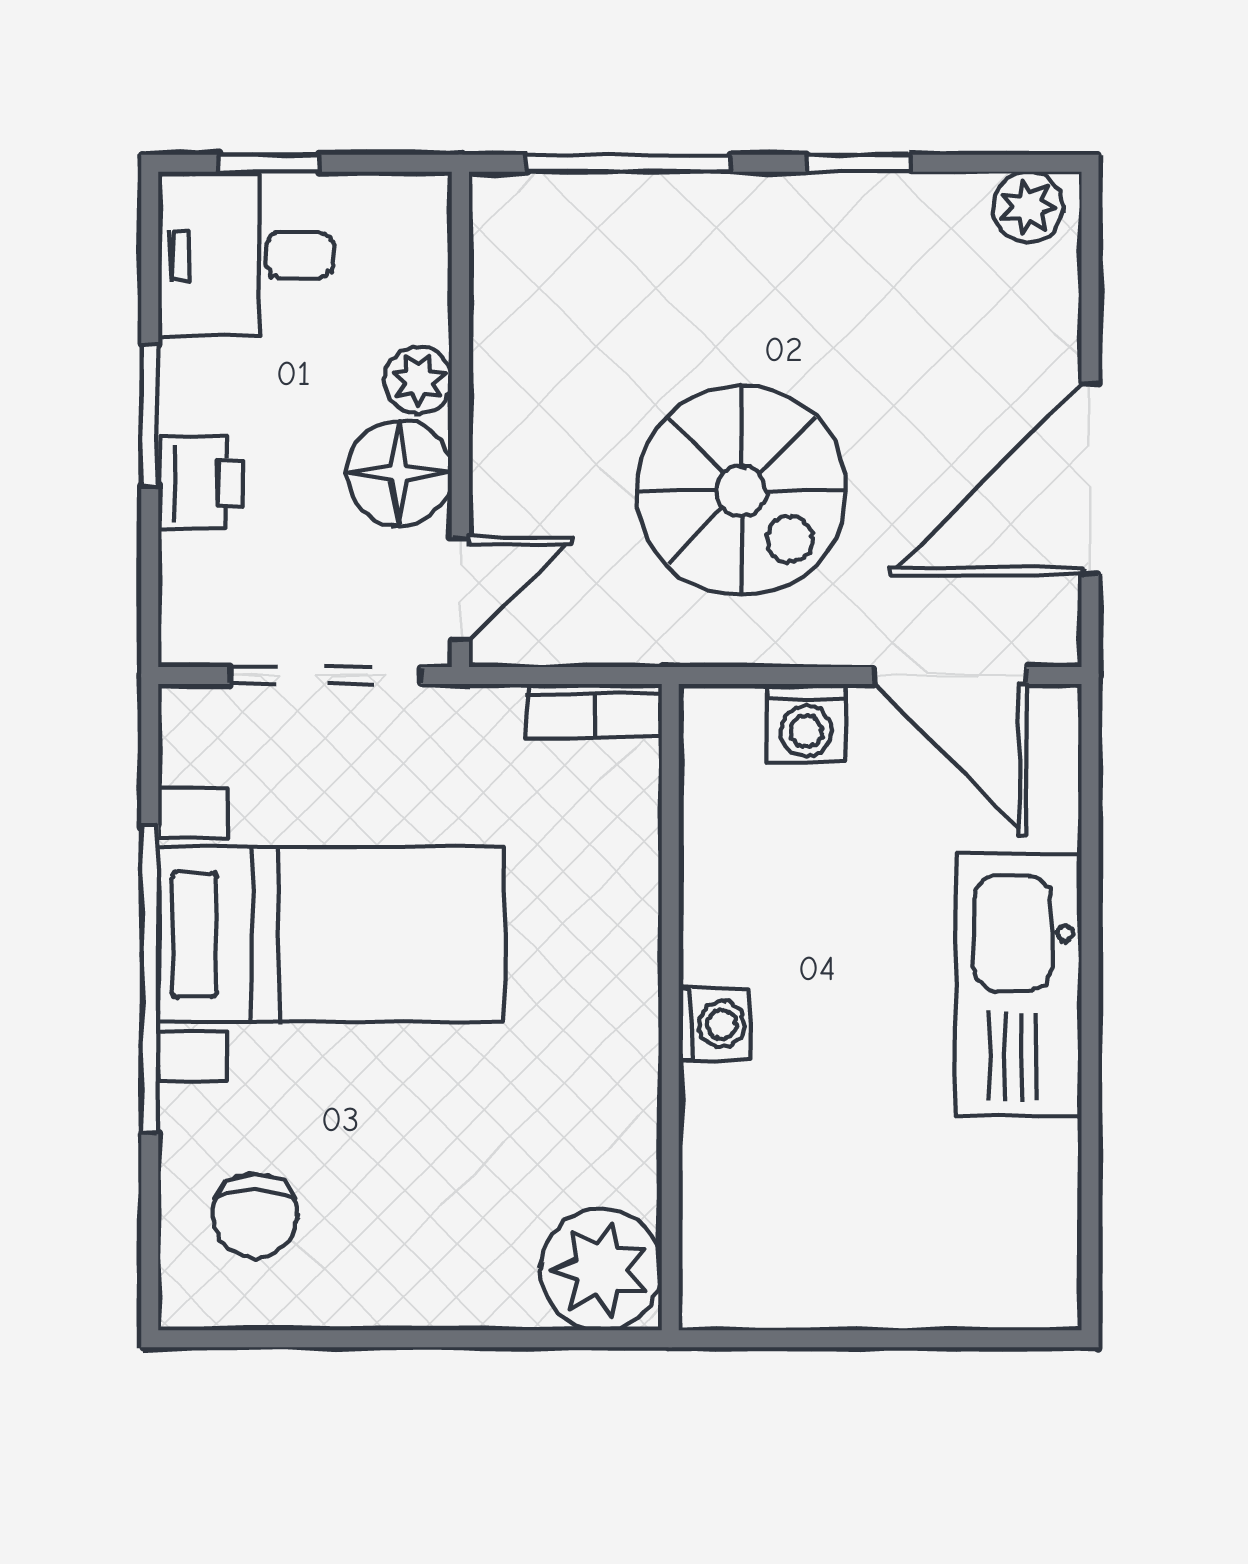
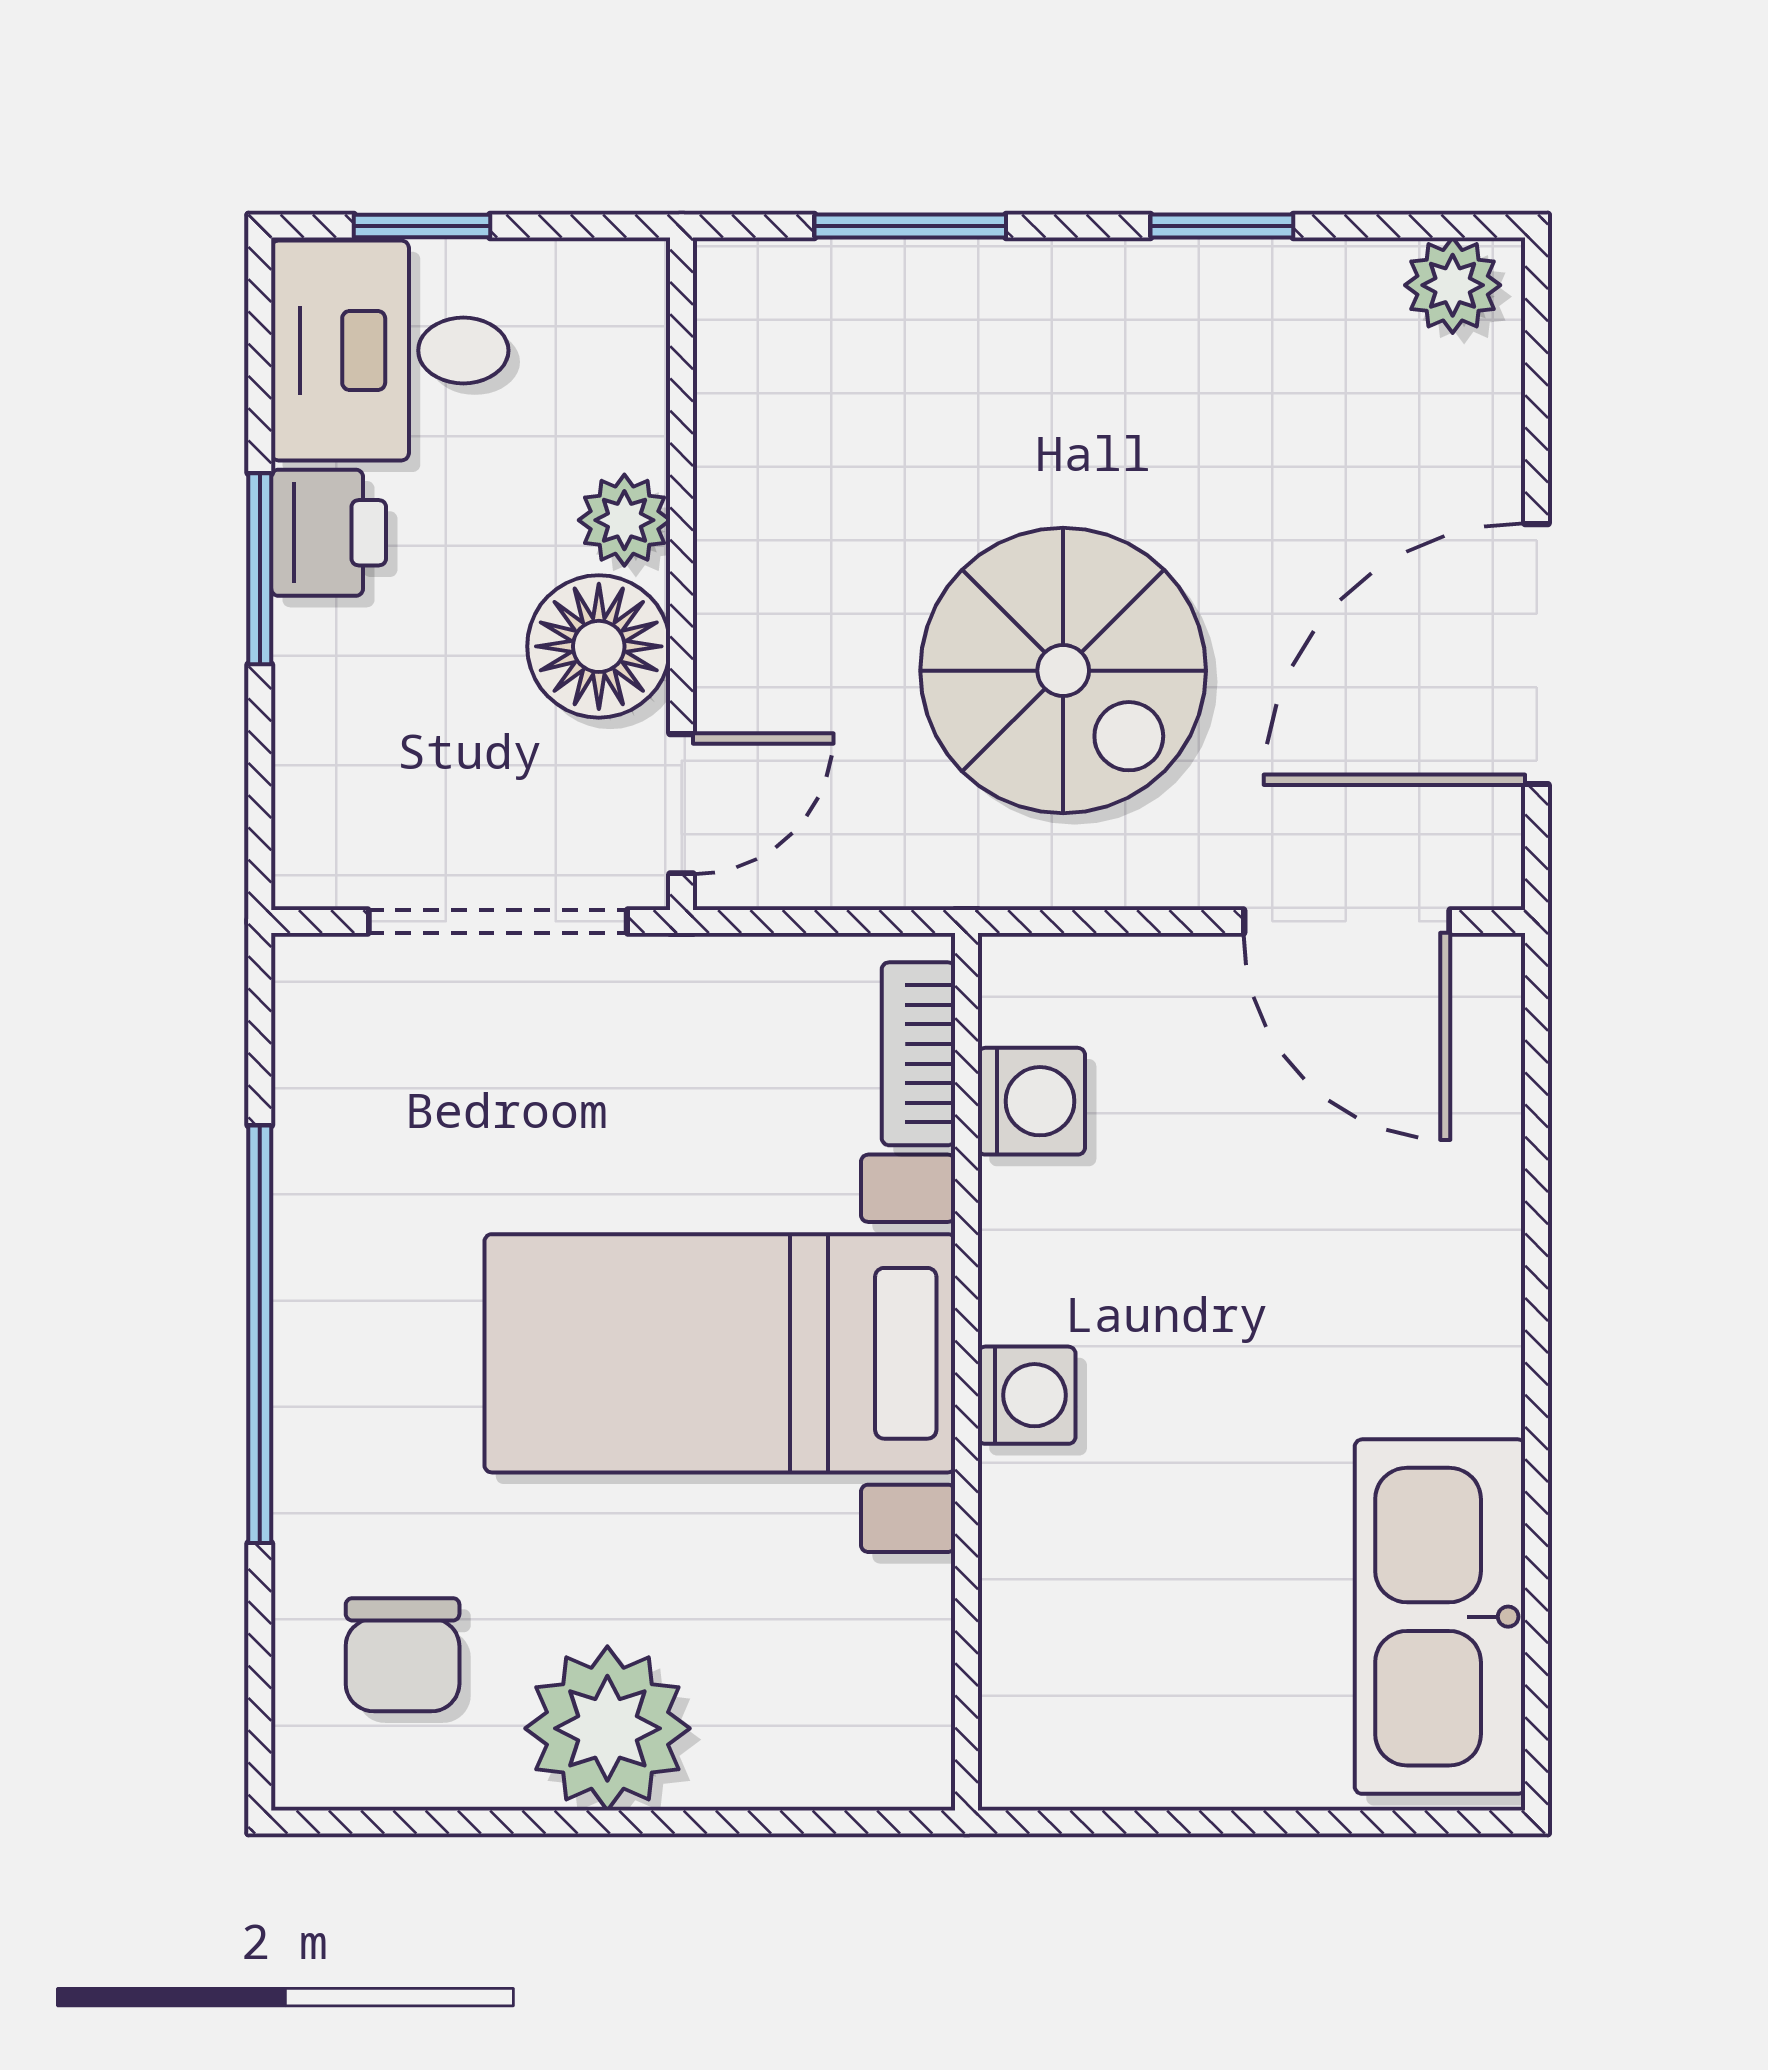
window: (629, 163) -> (910, 226), width x0.69
printer: (200, 483) -> (329, 533), moved
bookcase: (594, 711) -> (919, 1054), moved, turned 90
washing machine: (806, 723) -> (1031, 1101), moved, turned -90
bed with nightstands: (331, 935) -> (720, 1353), moved, turned 180
kitchen sink: (1019, 986) -> (1440, 1617), moved
plant: (601, 1270) -> (607, 1728), moved

